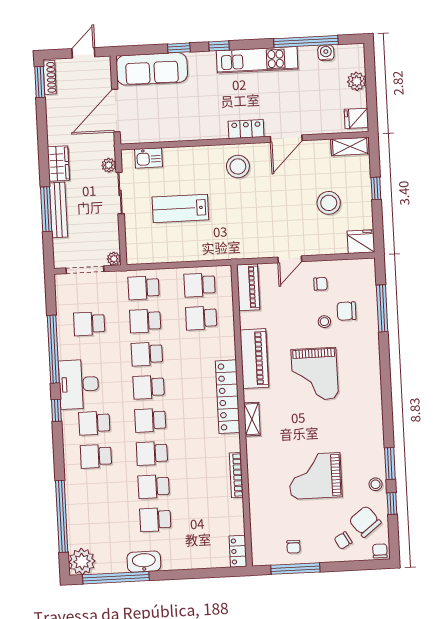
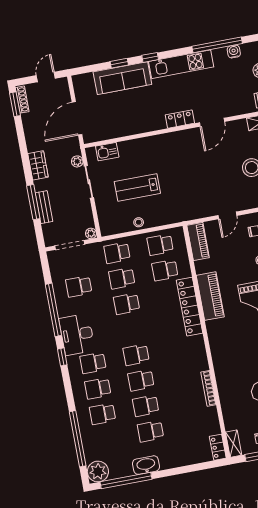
sofa: (152, 69) -> (122, 78), moved
stool: (238, 166) -> (139, 222), moved, width x0.53, depth x0.53
bench: (58, 210) -> (44, 207), width x0.73
school desk: (149, 387) -> (103, 414), moved
locker: (228, 397) -> (190, 307), moved
shelving: (252, 419) -> (234, 444), moved

